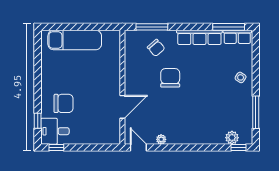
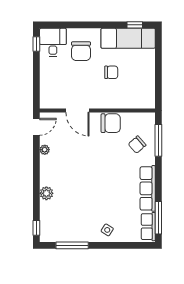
exam couch: (75, 40) -> (128, 38), moved, turned -90
chair: (84, 73) -> (111, 72), added
chair: (170, 78) -> (111, 123), moved
window: (38, 121) -> (135, 25), moved
plant: (232, 138) -> (46, 193), moved

